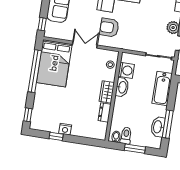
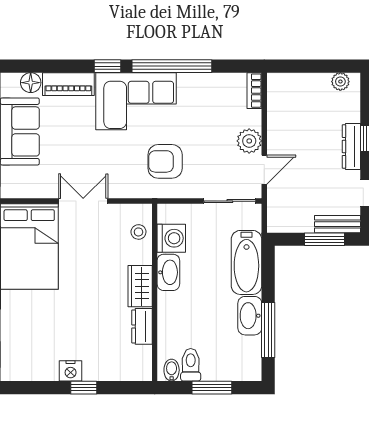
armchair: (109, 28) -> (165, 161), moved
washbasin: (158, 127) -> (250, 316), moved
window: (56, 136) -> (84, 388), moved

